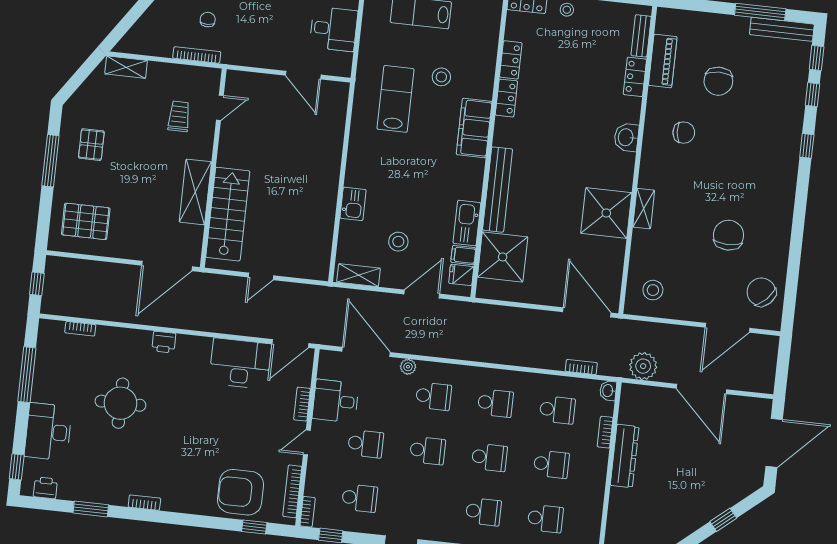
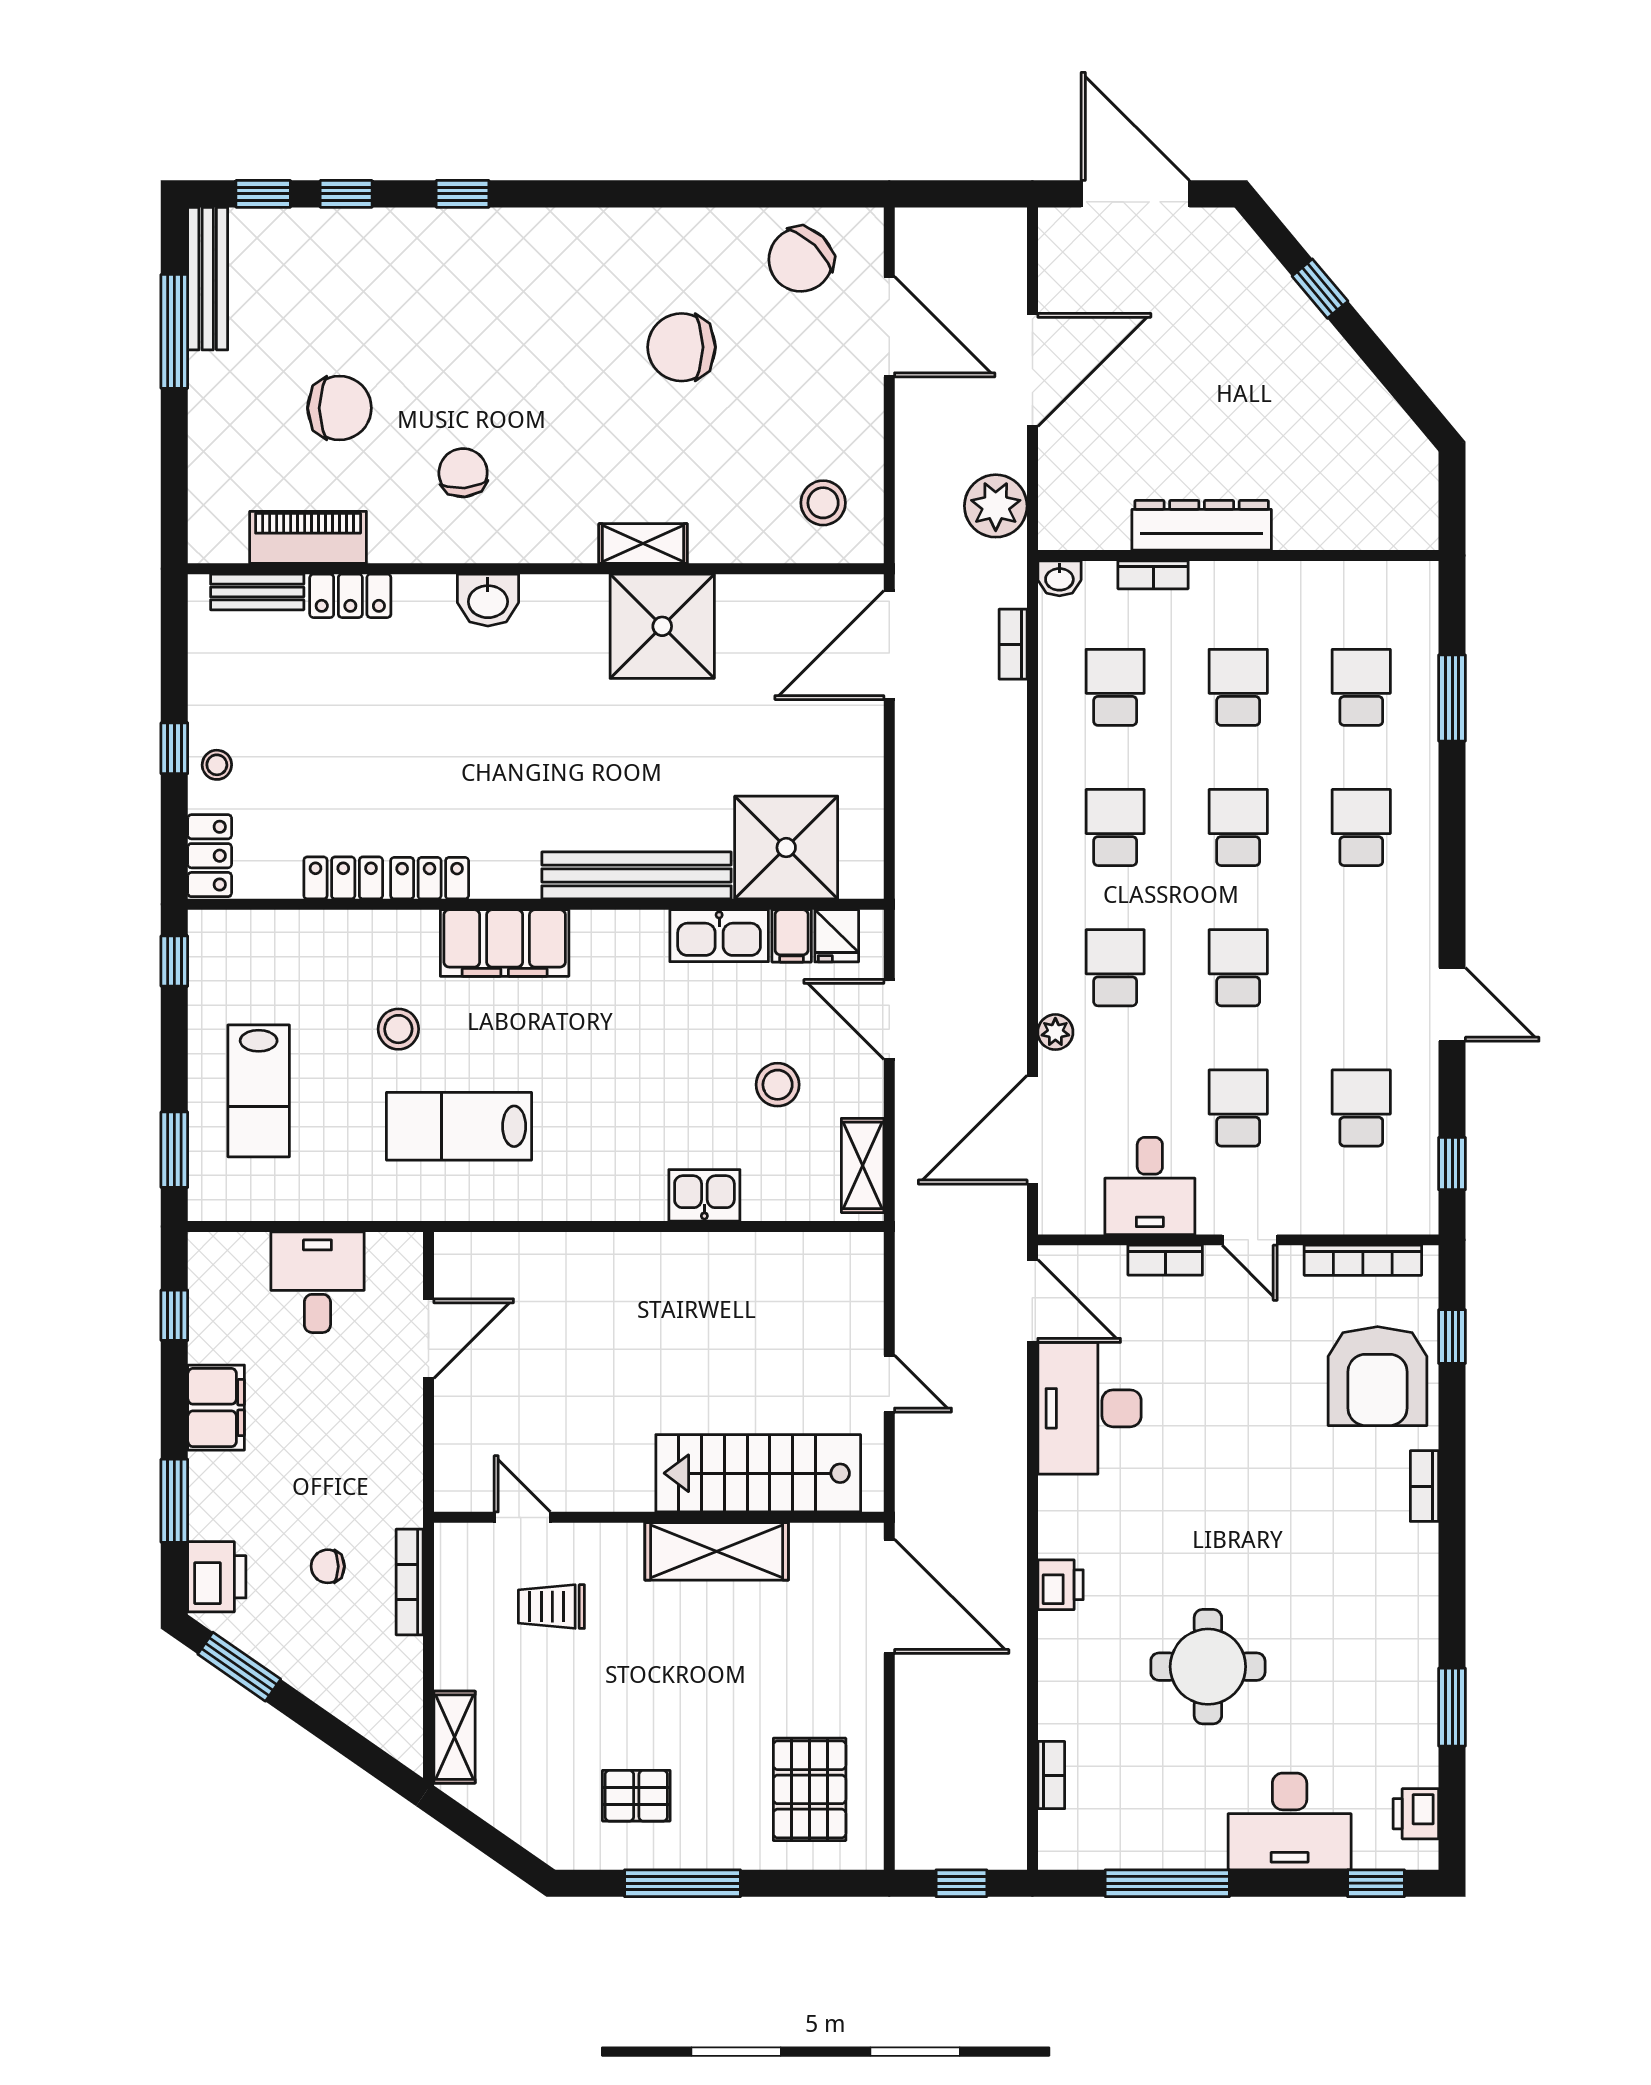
bookcase: (144, 503) -> (1424, 1486), moved
bookcase: (308, 512) -> (1405, 1221), removed

